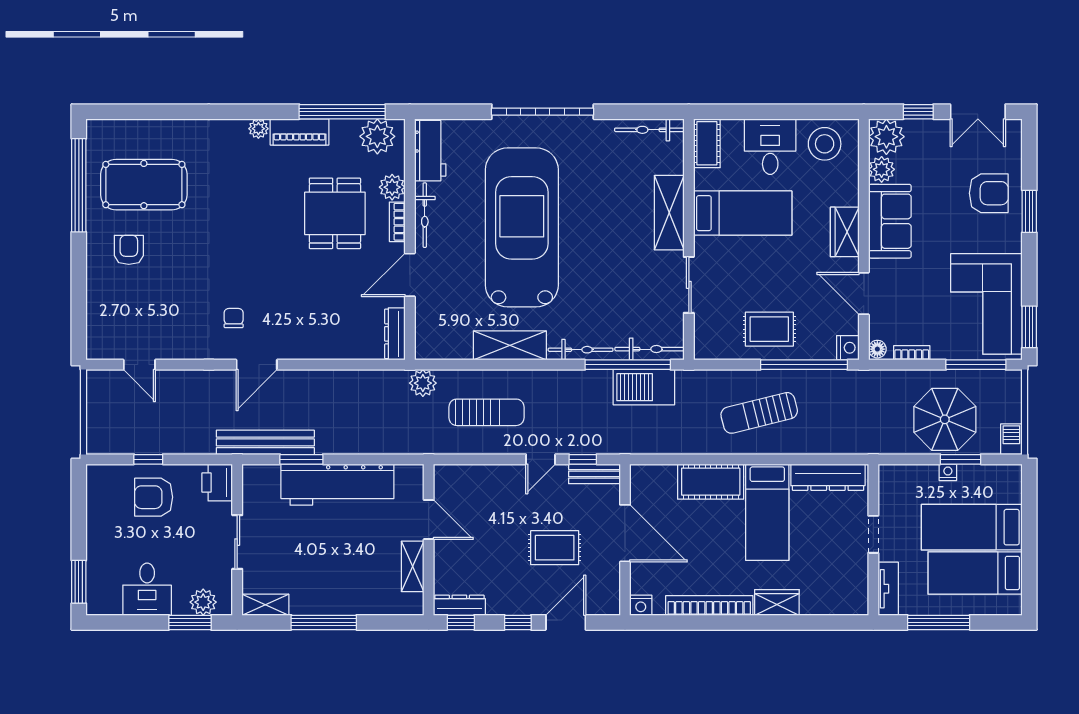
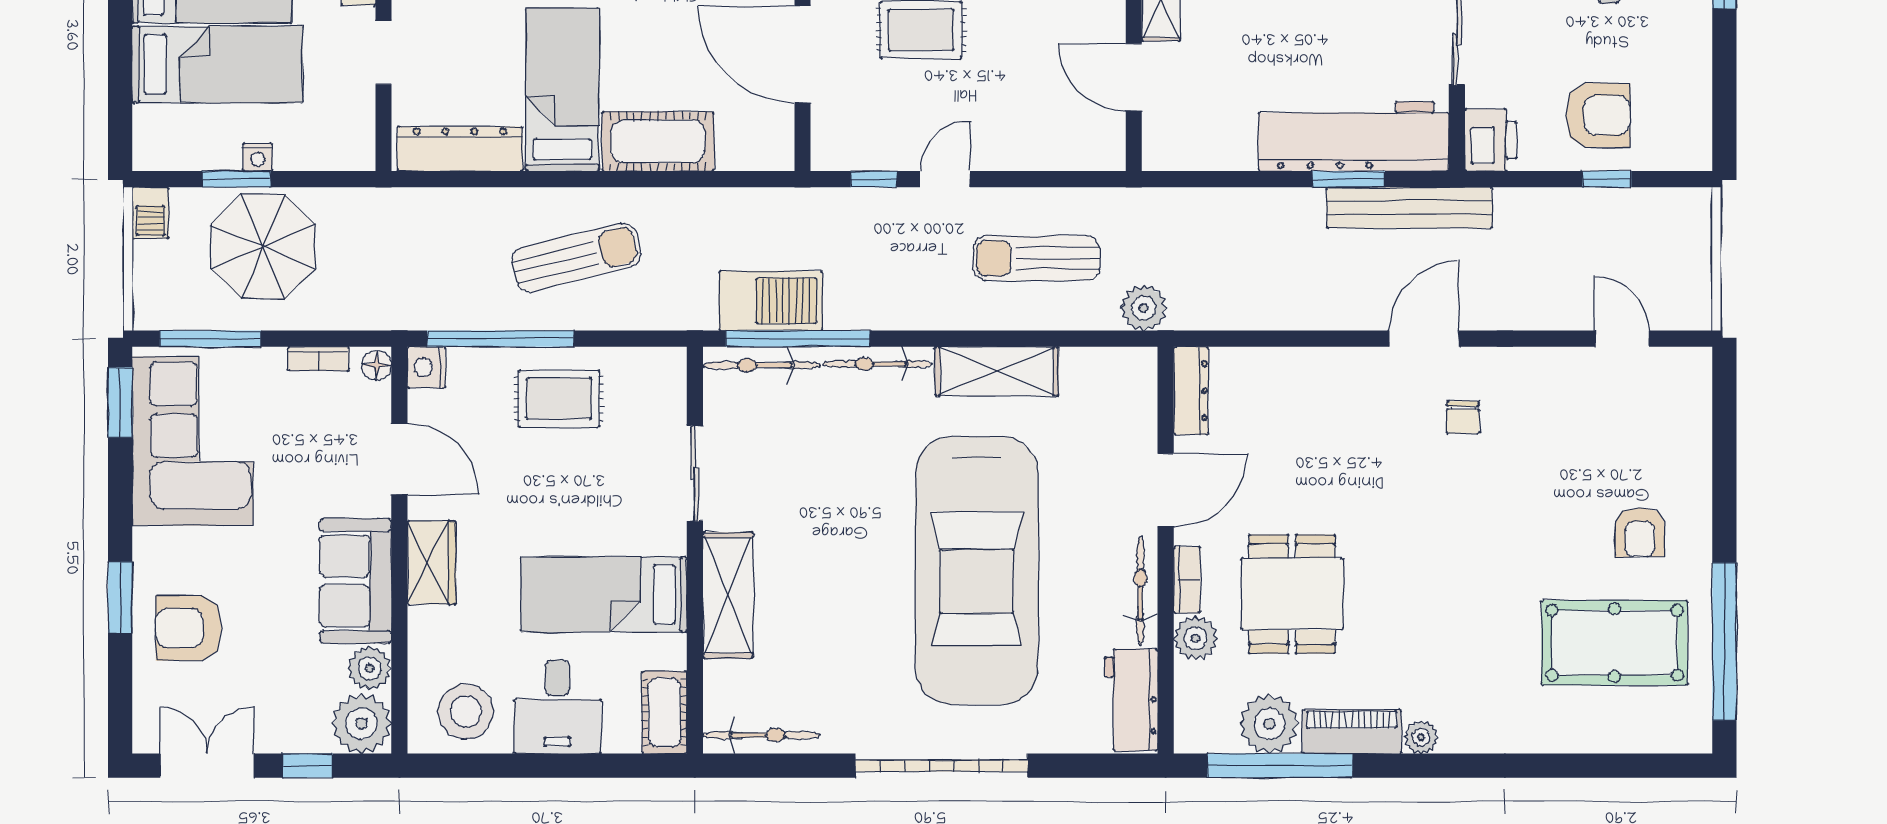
plant: (377, 136) -> (1269, 724), moved
bench: (594, 474) -> (854, 154), removed
workbench: (337, 485) -> (1354, 136), moved

